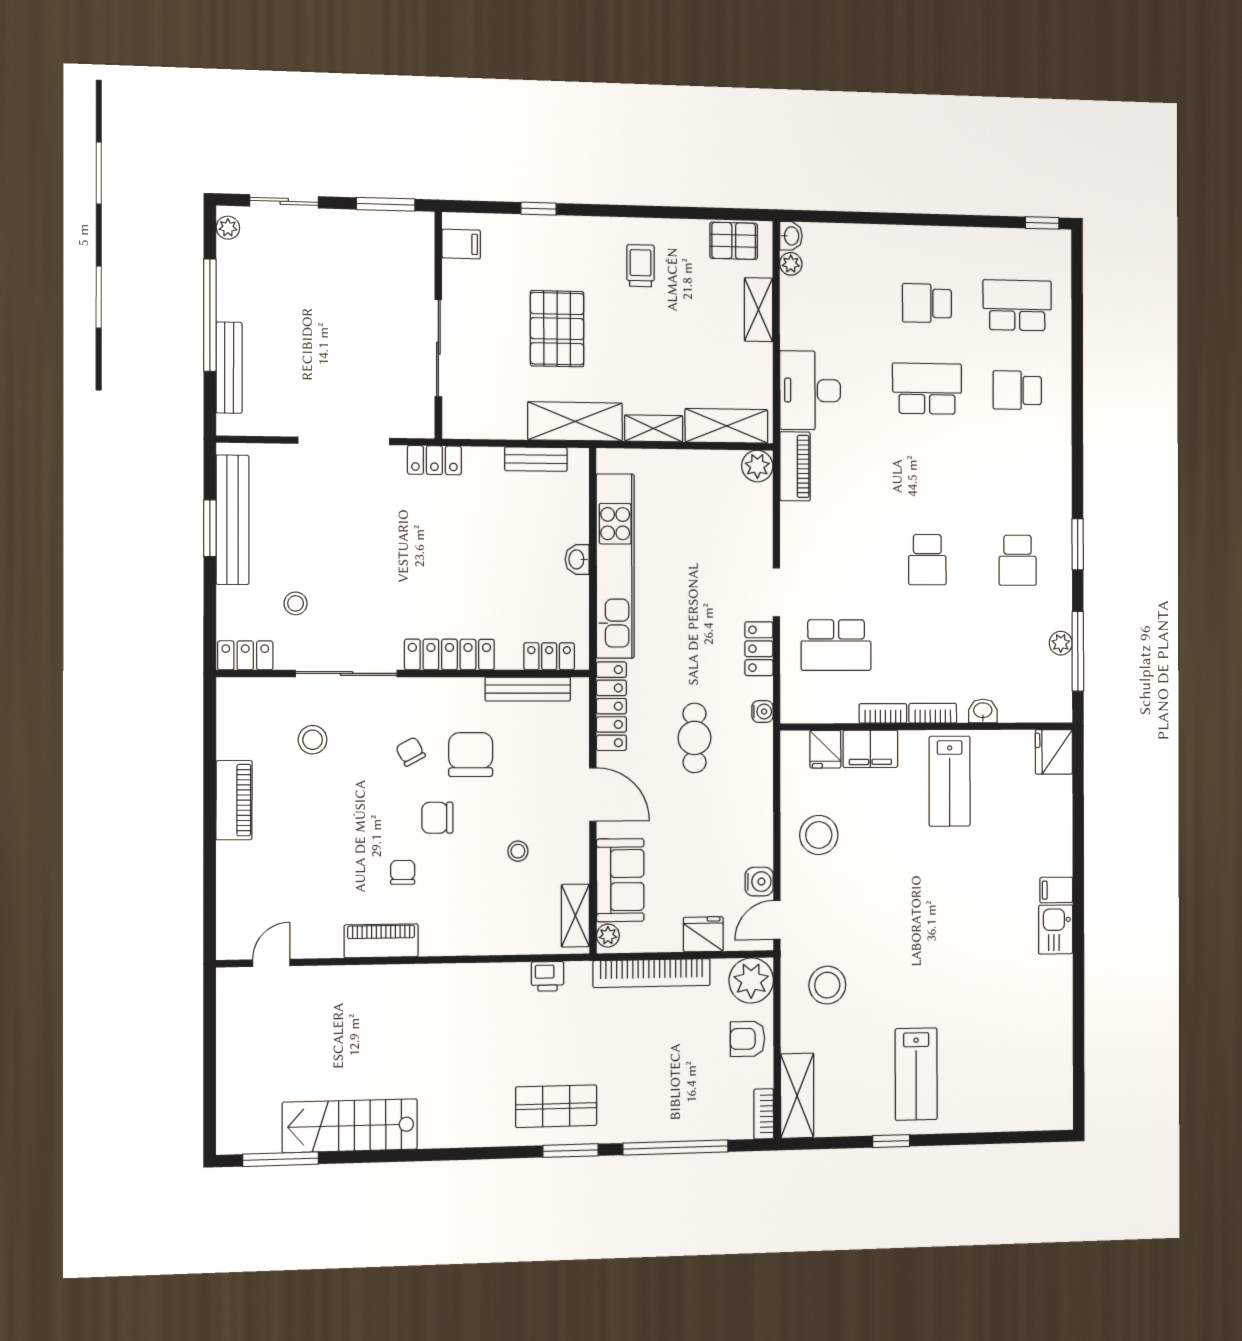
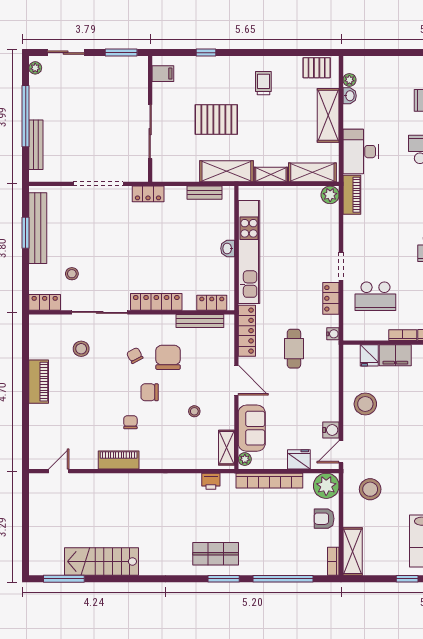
washbasin: (791, 236) -> (350, 96), moved
shelving: (759, 310) -> (328, 115), width x1.50, depth x1.33
pallet: (557, 329) -> (216, 119), turned 90

